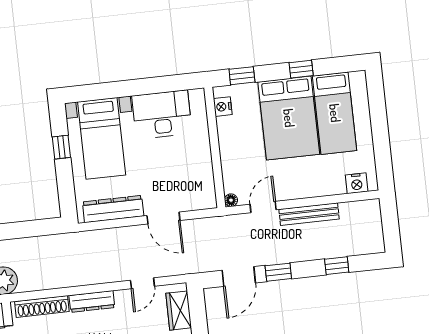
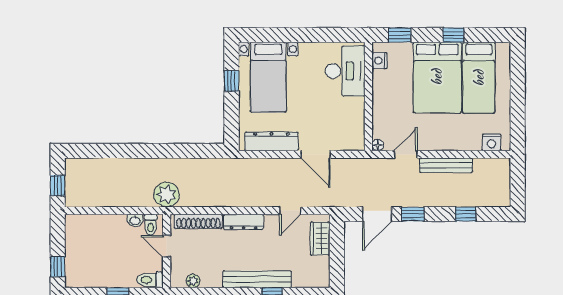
desk: (162, 114) -> (345, 71), moved, turned 90

